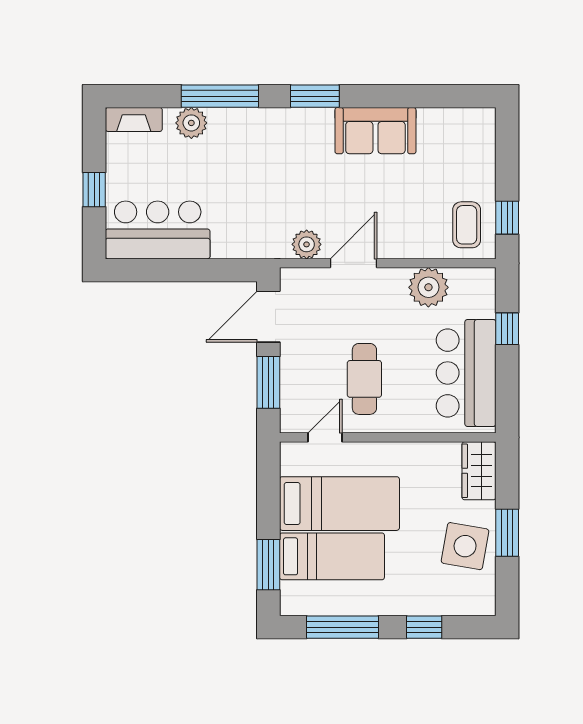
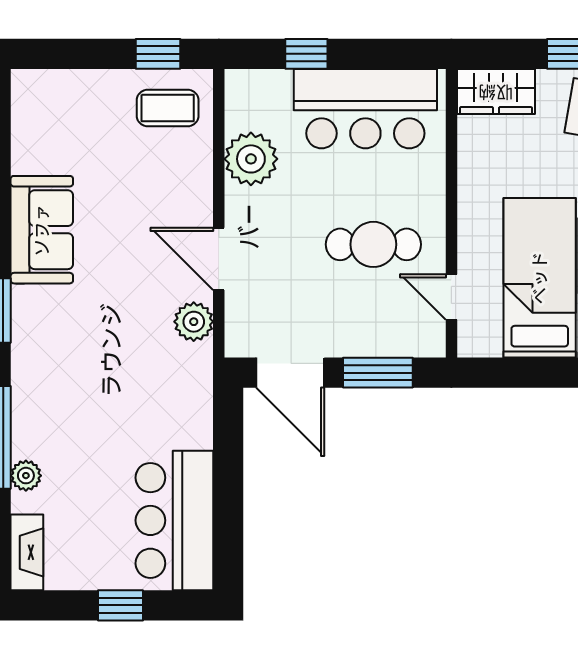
plant: (191, 123) -> (26, 476), width x0.73, depth x0.73

